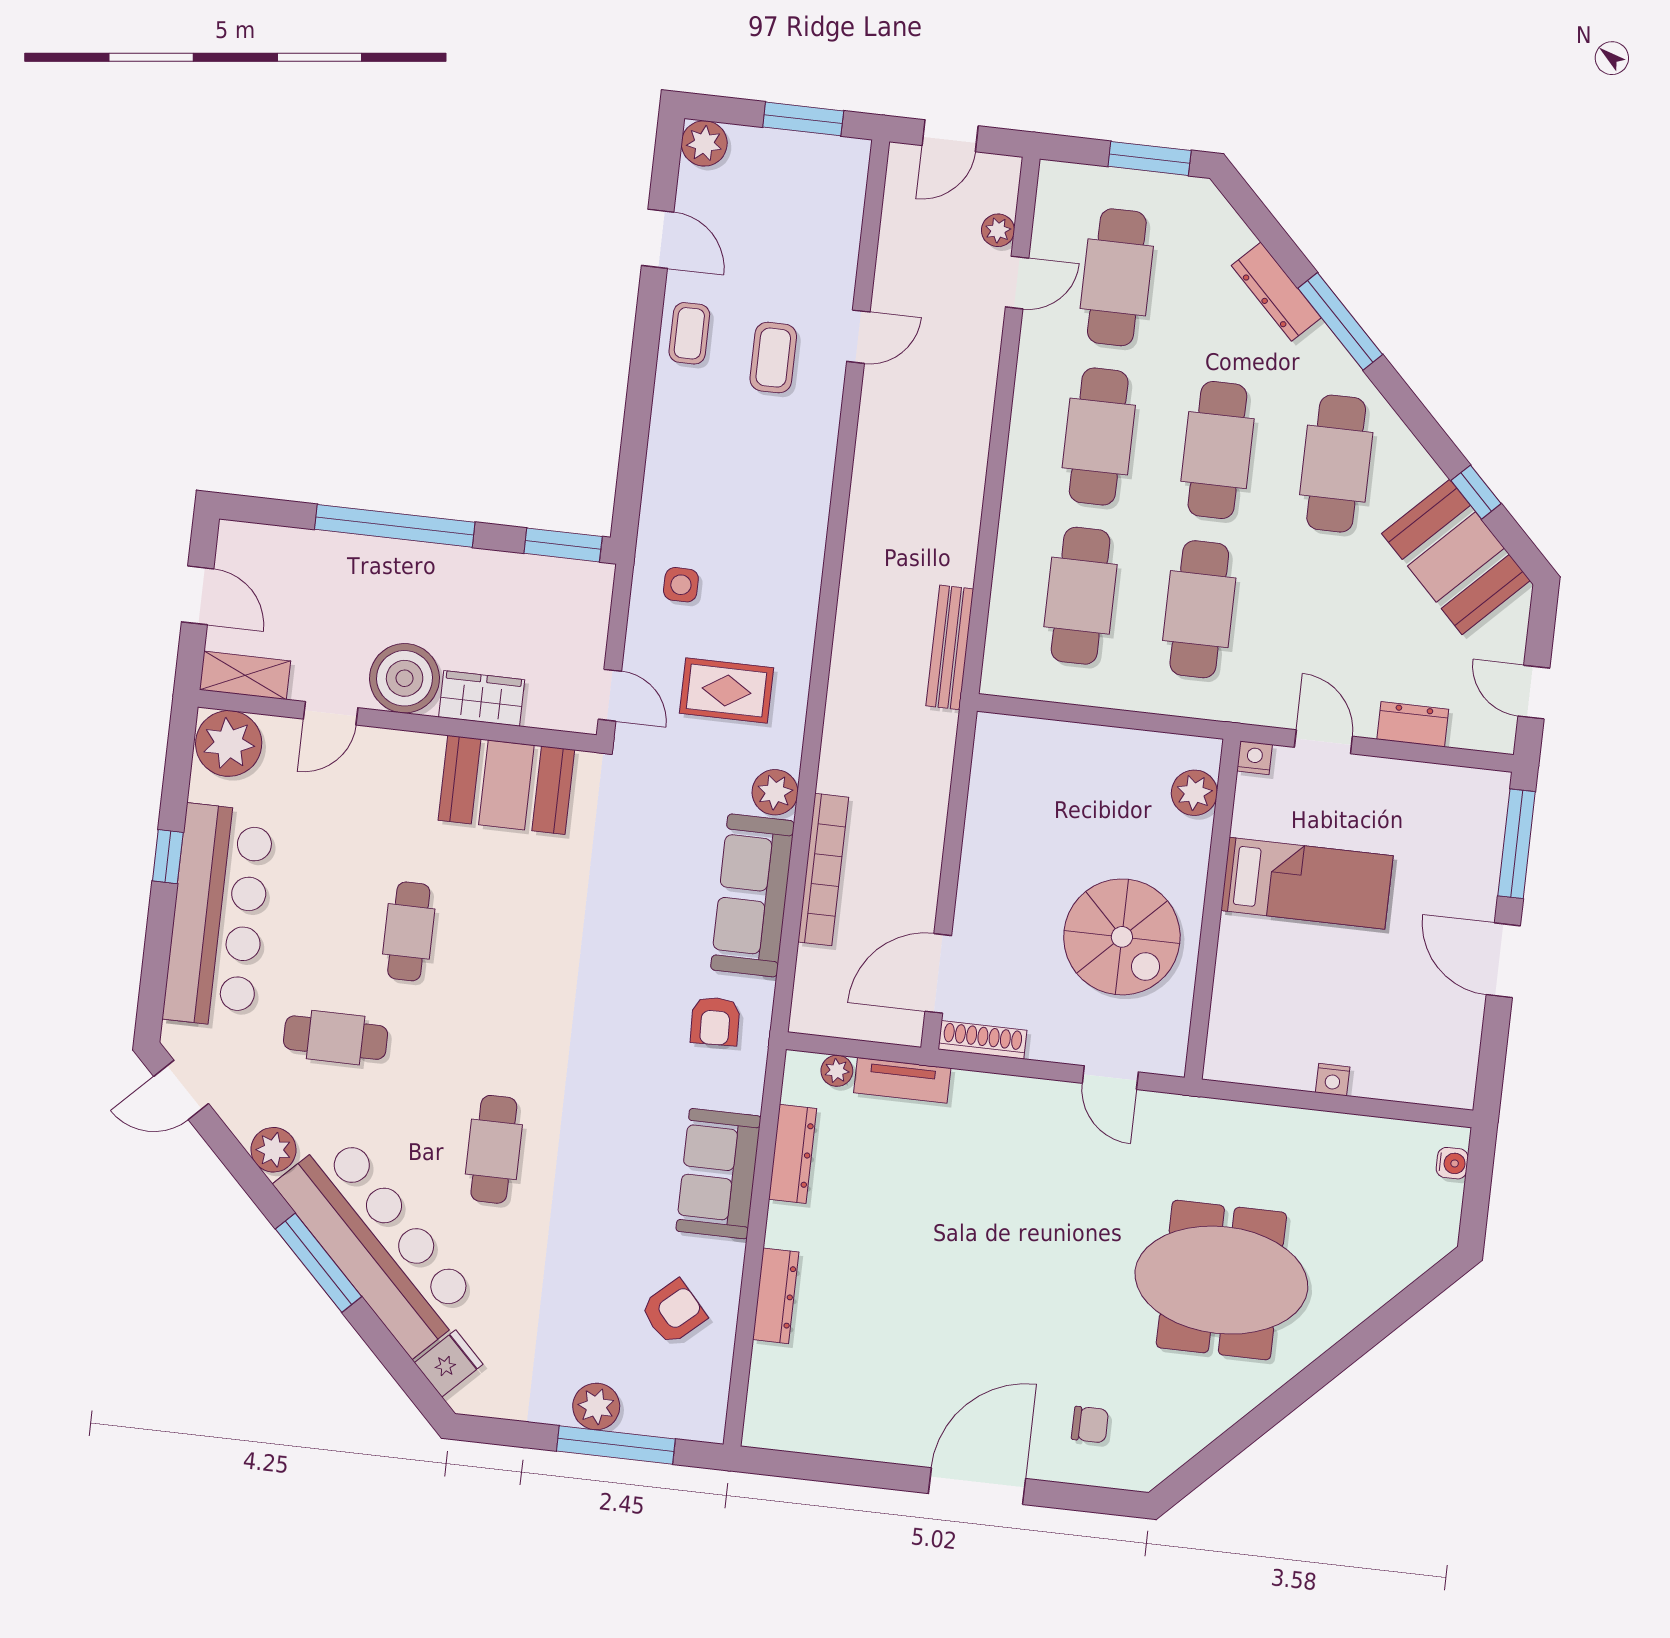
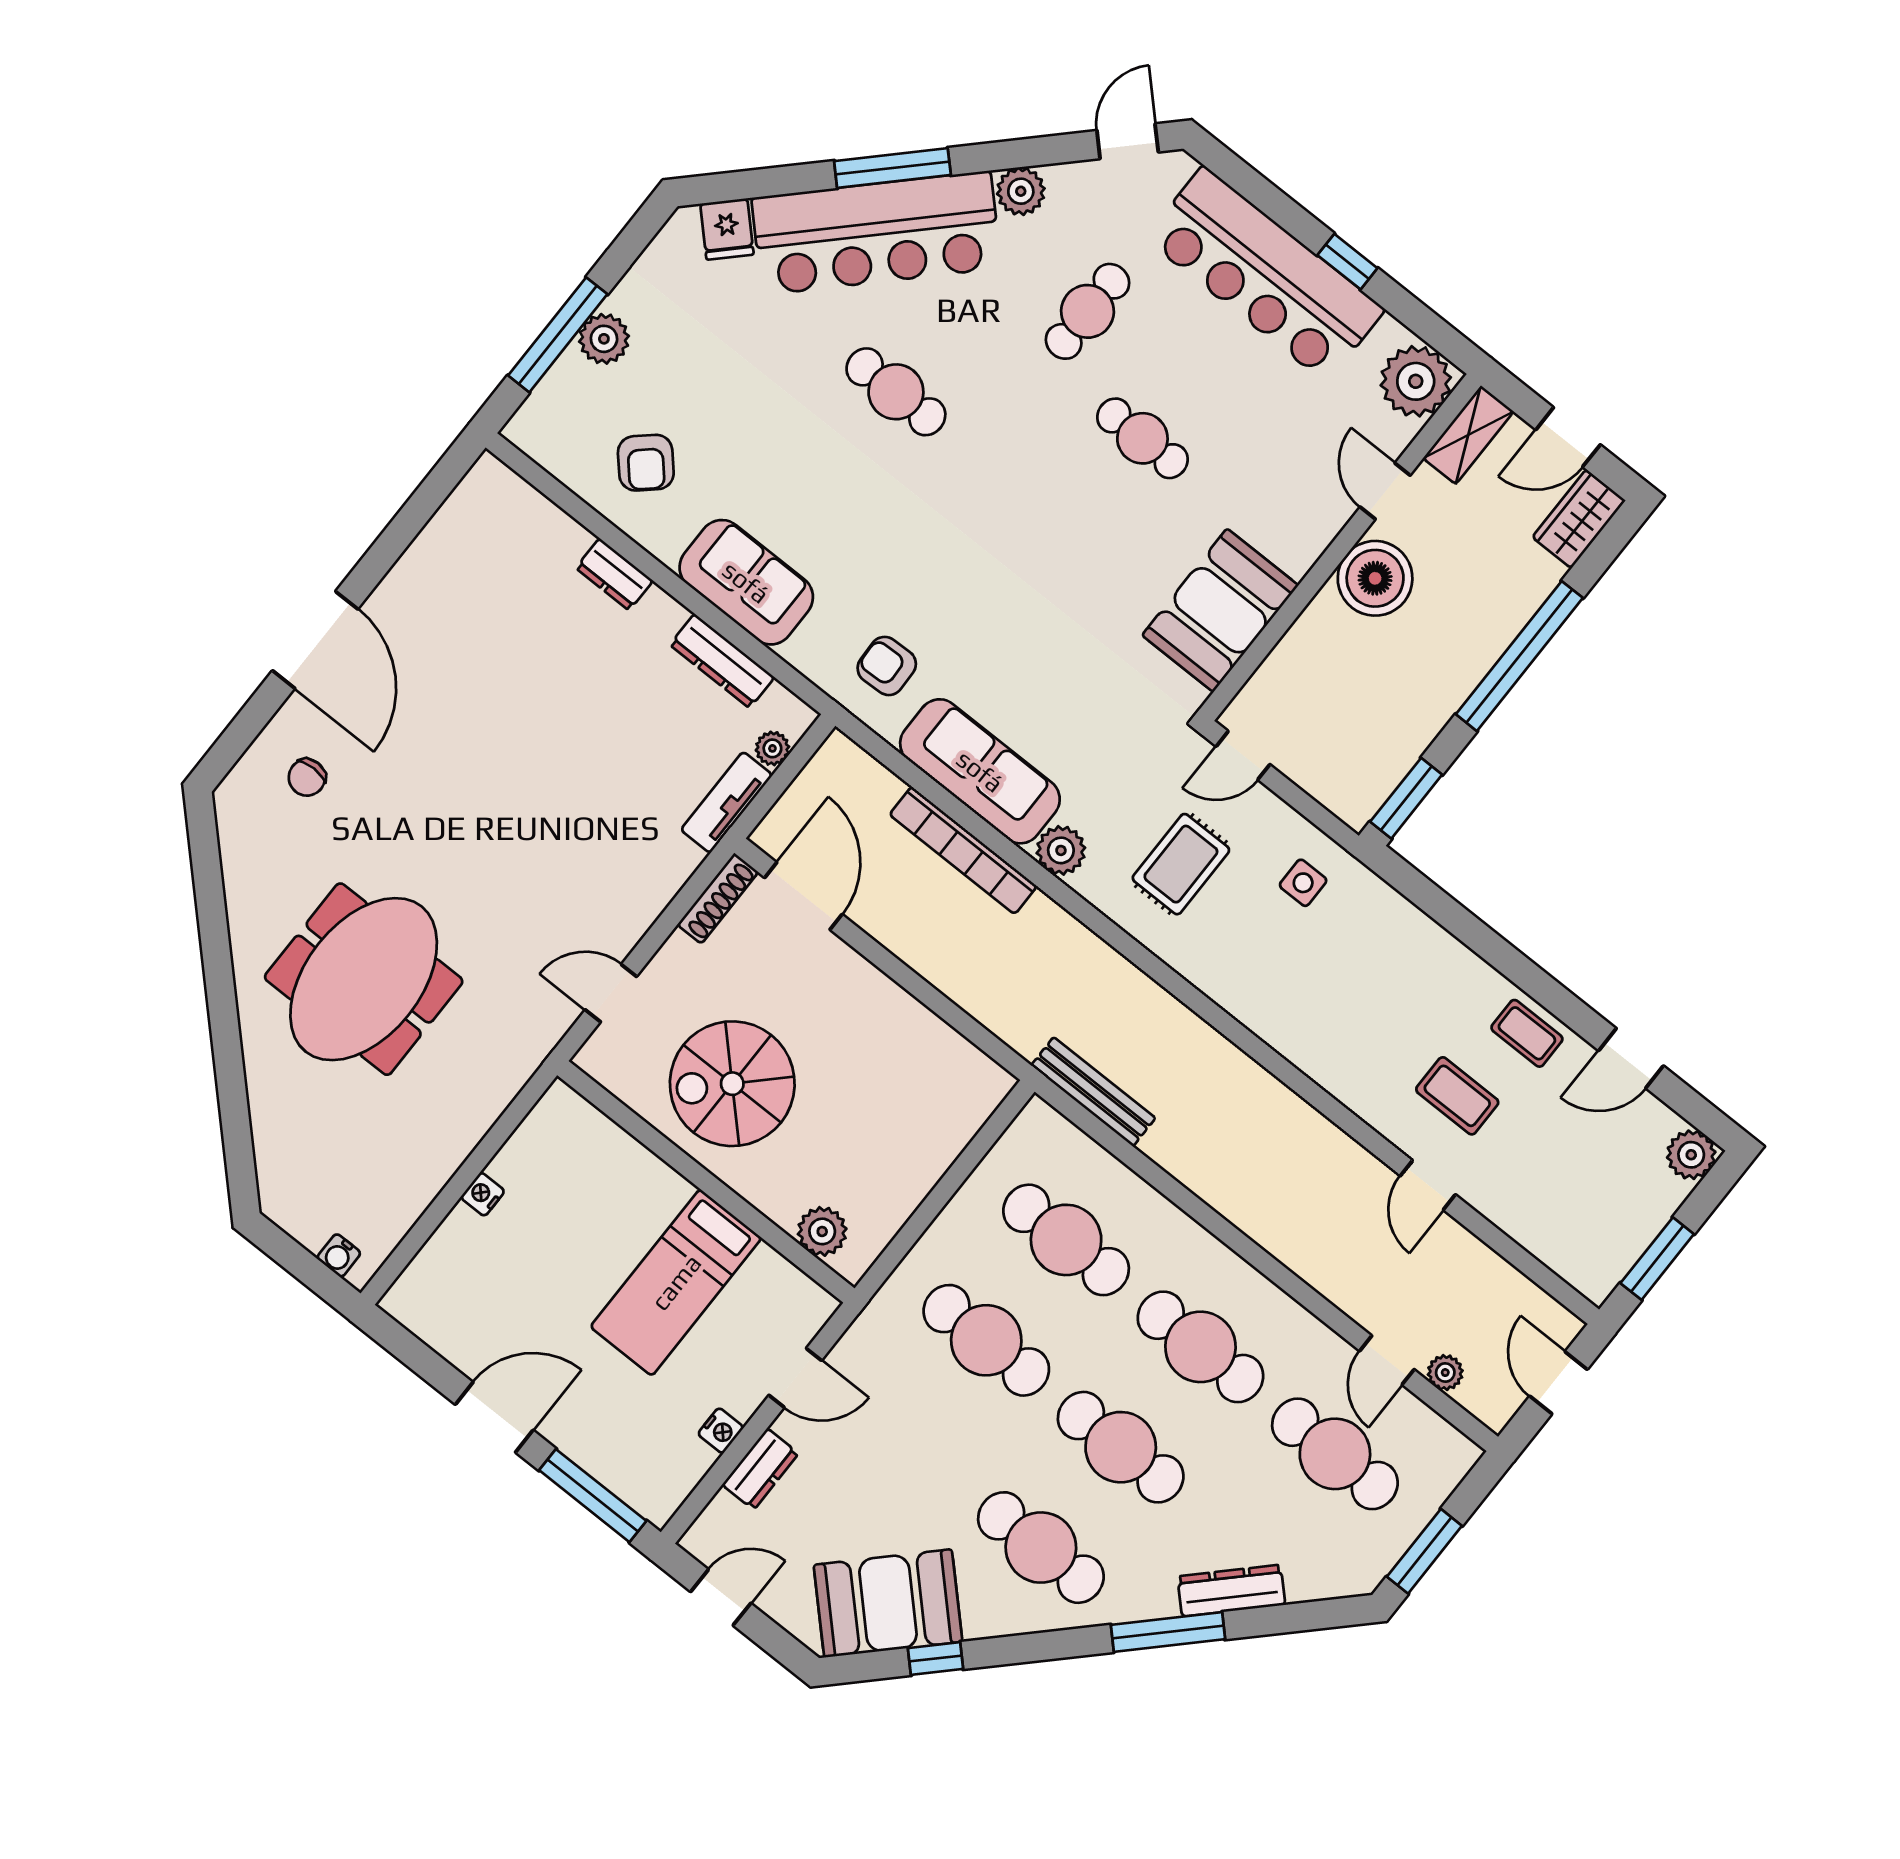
wardrobe: (482, 698) -> (1579, 519), moved, turned 180
nightstand: (1255, 758) -> (721, 1431), moved
dresser: (776, 1296) -> (614, 574), width x0.70

